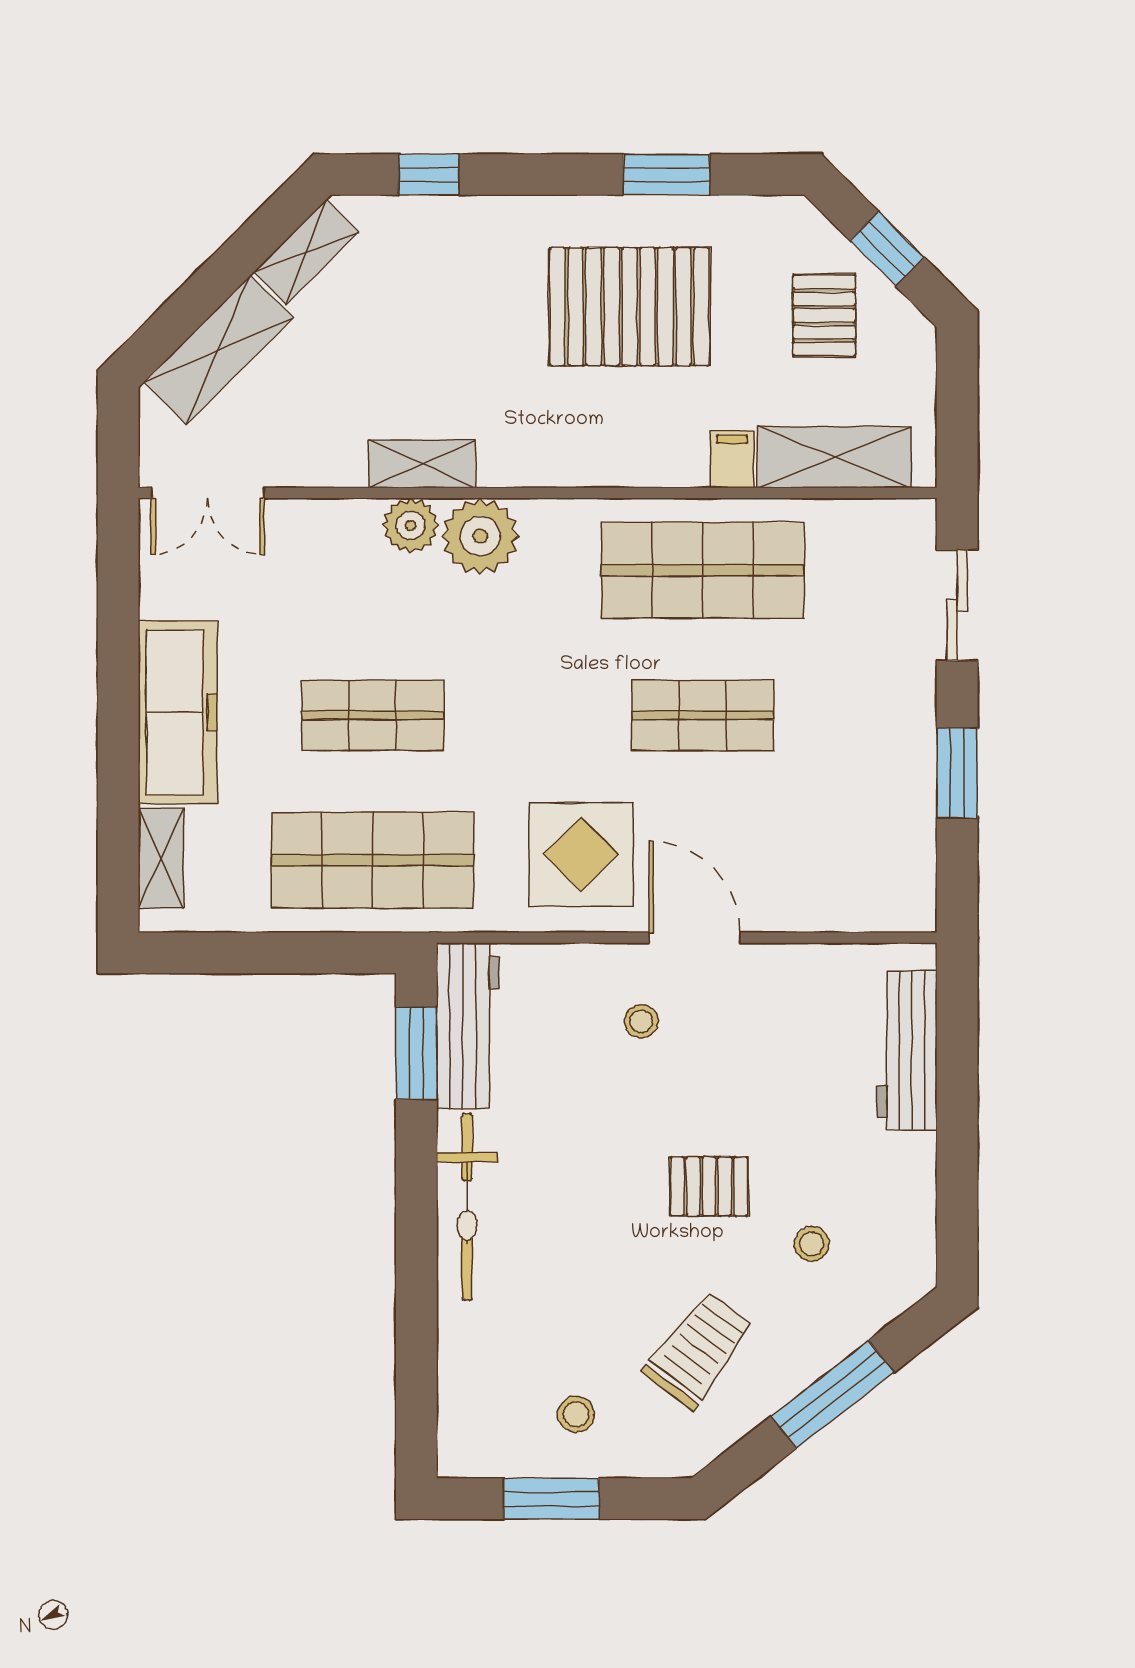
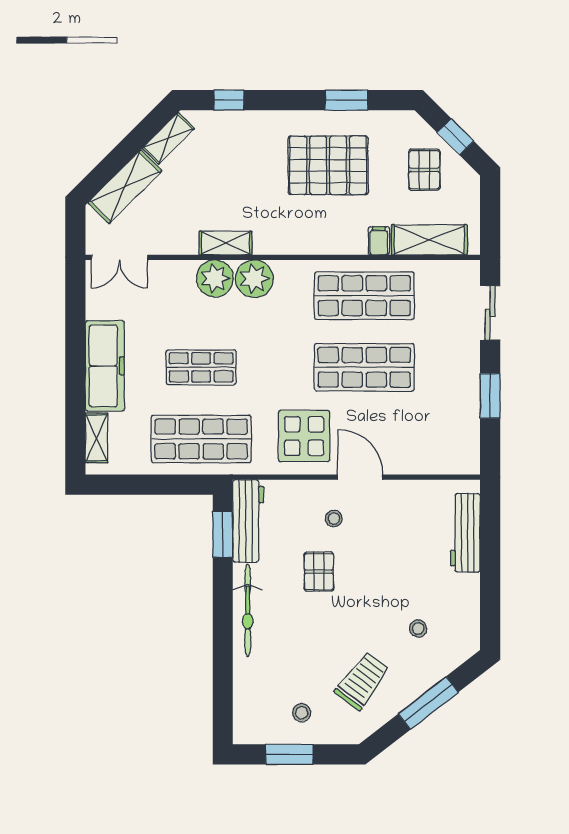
plant: (411, 525) -> (215, 278), width x1.36, depth x1.36
shop shelf: (703, 715) -> (364, 367), width x1.43, depth x1.36
pallet: (709, 1186) -> (319, 572), moved, turned 90

